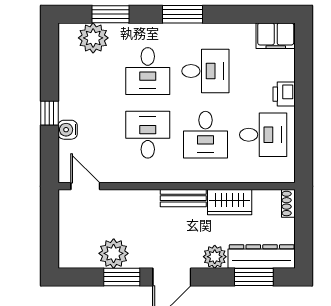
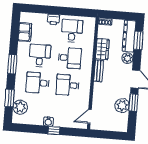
filing cabinet: (276, 36) -> (25, 32), moved
desk: (148, 71) -> (38, 83), turned 180
water cooler: (68, 130) -> (48, 121), moved

